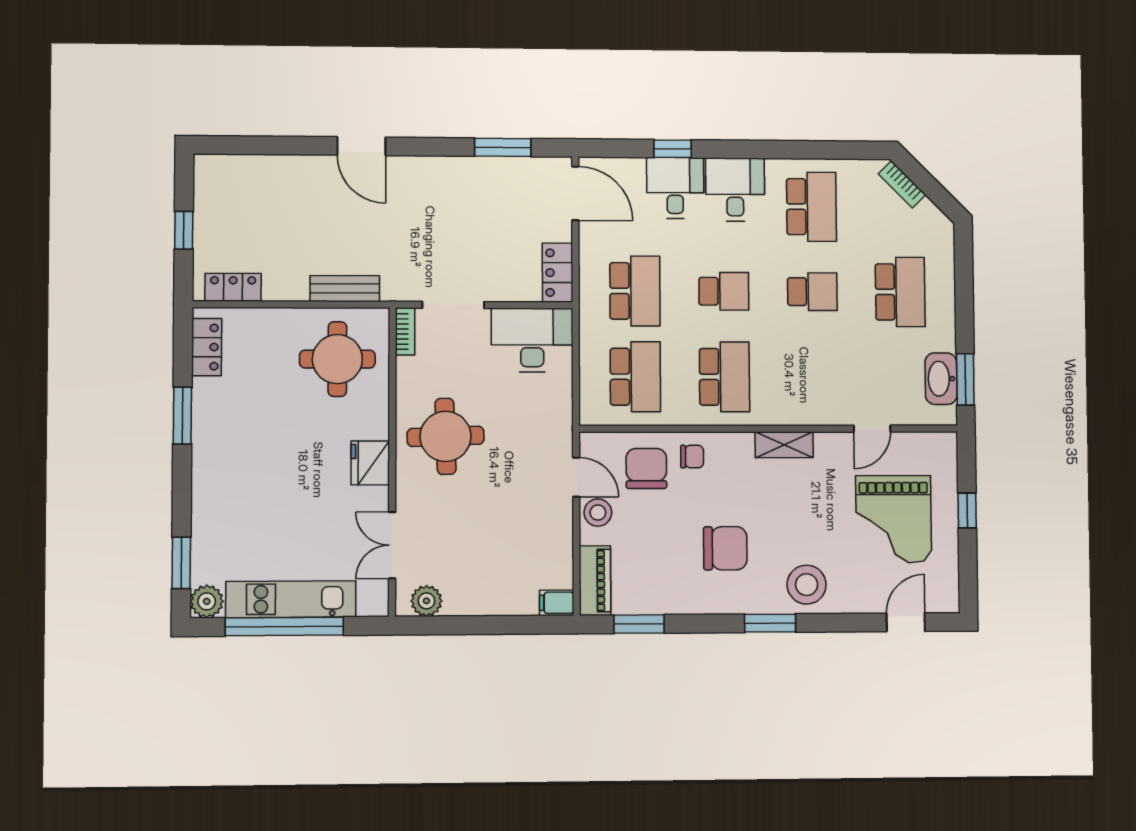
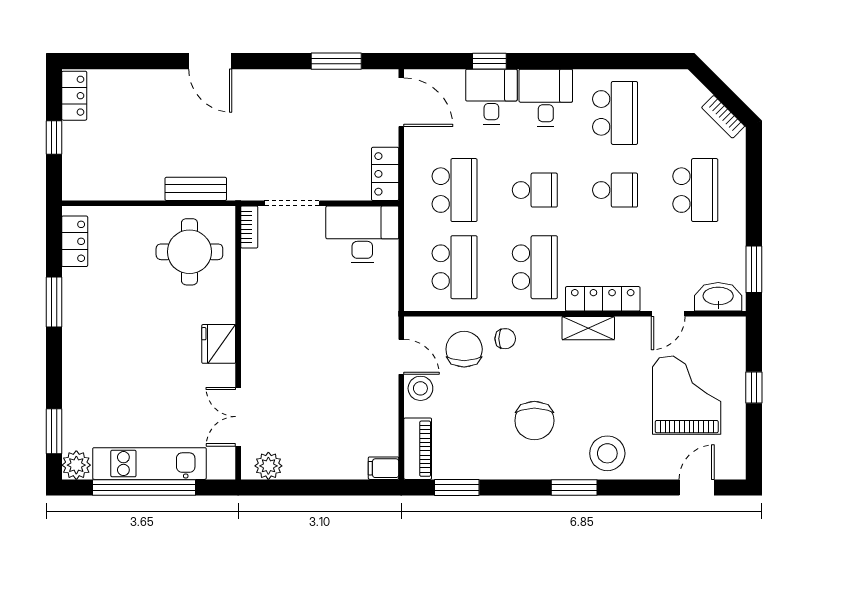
bookcase: (902, 184) -> (723, 117), moved
locker: (233, 287) -> (74, 96), moved, turned 90
washbasin: (941, 379) -> (718, 297), moved, turned 90
locker: (800, 412) -> (603, 299), added
round table: (446, 436) -> (285, 320), removed
grand piano: (894, 519) -> (687, 395), turned 180
chair: (725, 548) -> (534, 421), turned 90

